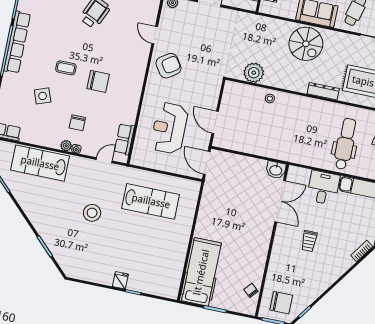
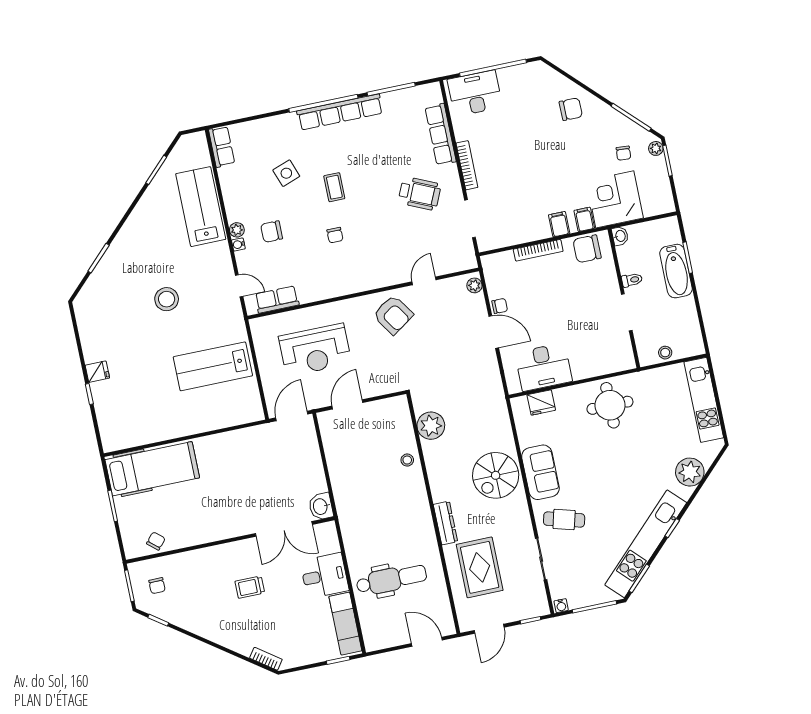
chair: (98, 81) -> (335, 235), width x0.54, depth x0.54
reception desk: (169, 128) -> (315, 350), turned 180
lab bench: (151, 201) -> (213, 366), turned 90
chair: (281, 303) -> (157, 586), width x0.54, depth x0.54

